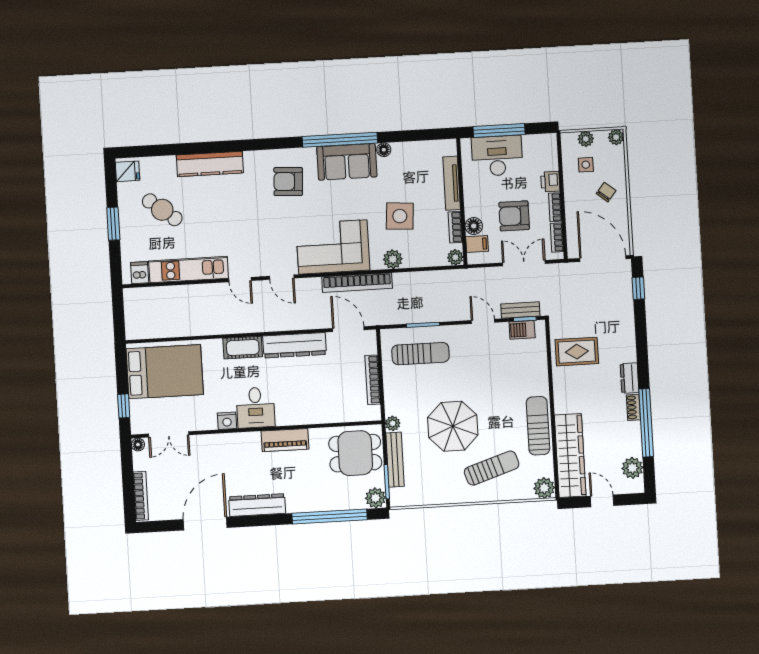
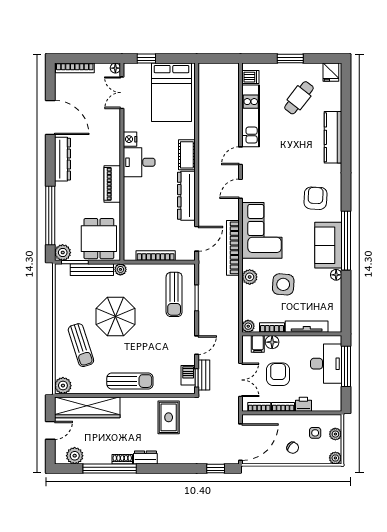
sun lounger: (538, 426) -> (130, 381), moved

